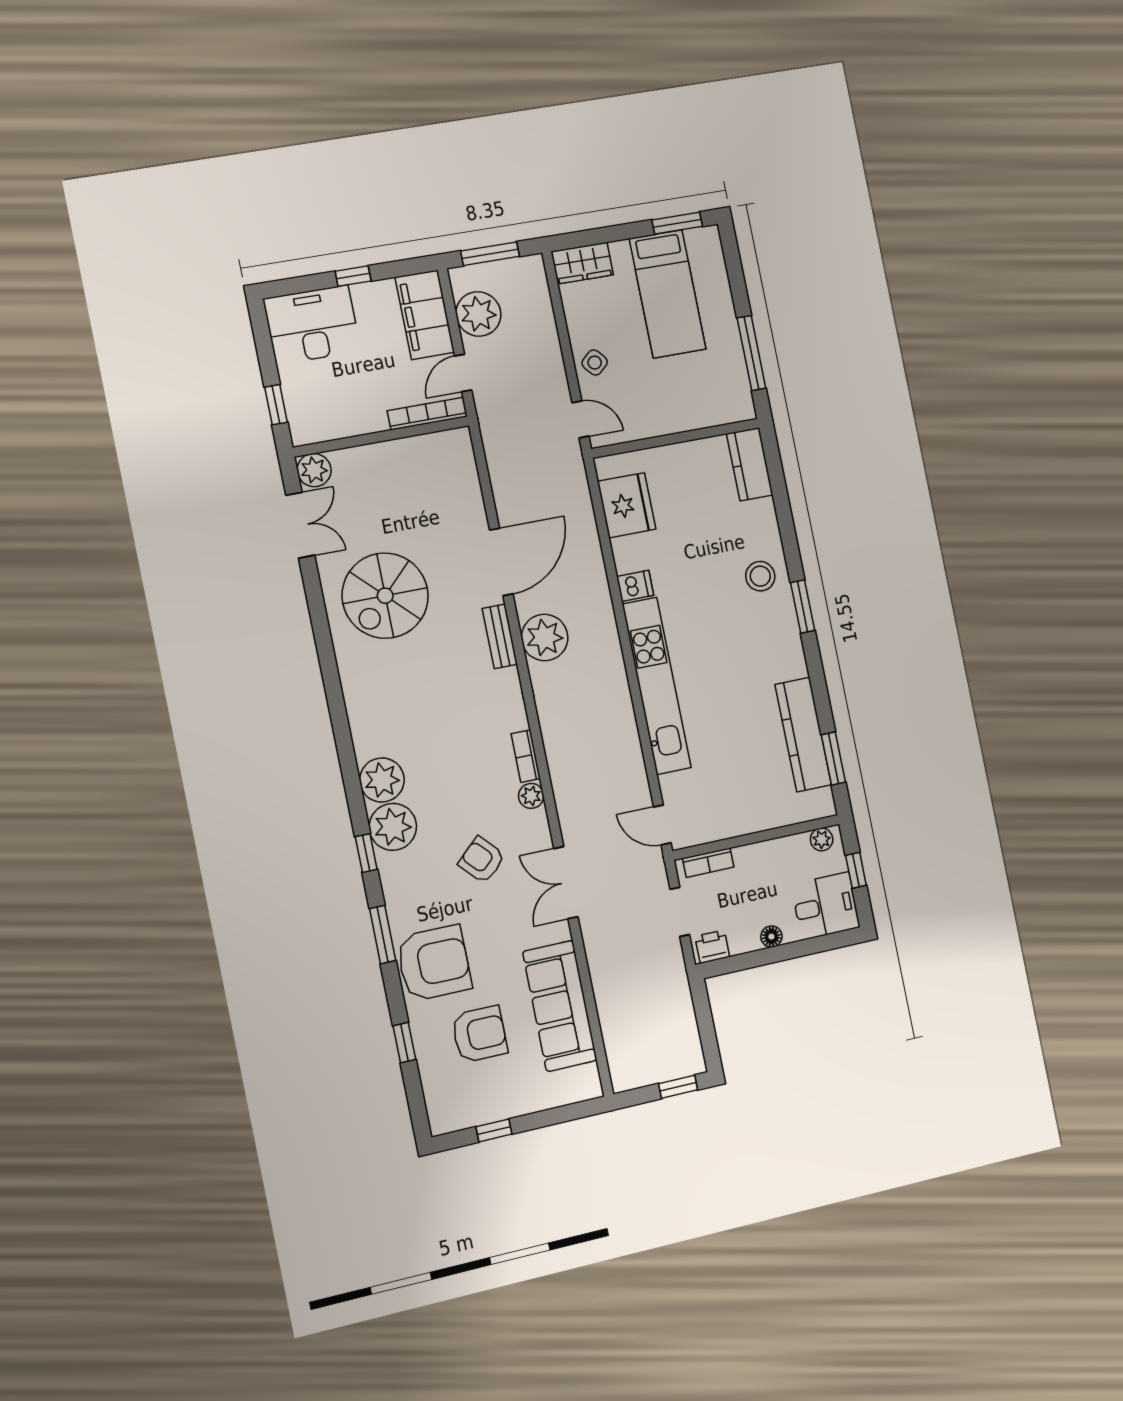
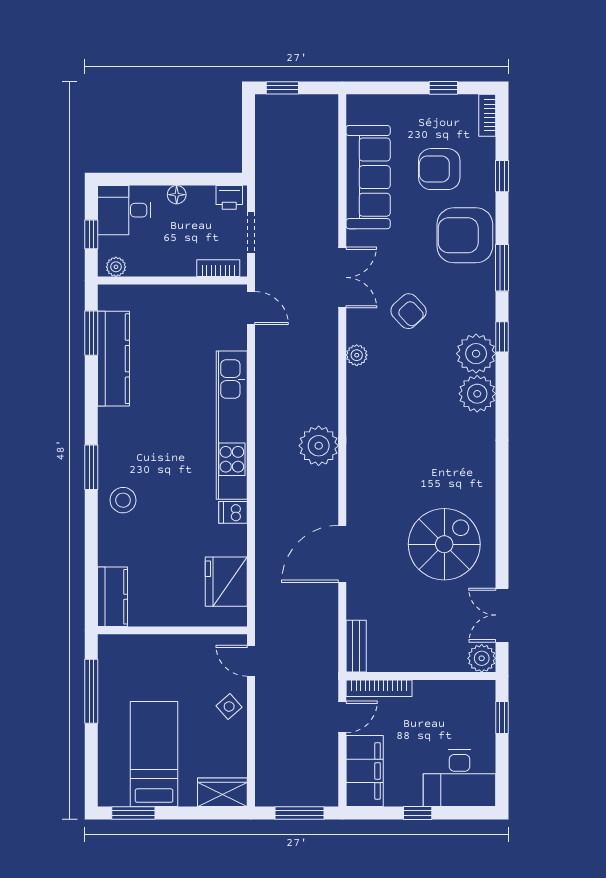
plant: (478, 314) -> (319, 764), removed
bench: (500, 636) -> (356, 646), moved
plant: (545, 637) -> (319, 446), moved
bookcase: (526, 756) -> (487, 115), moved, turned 180

